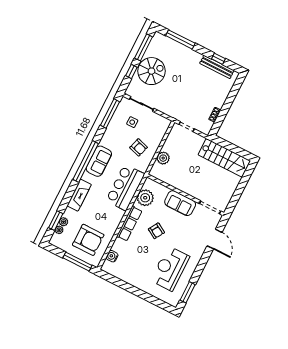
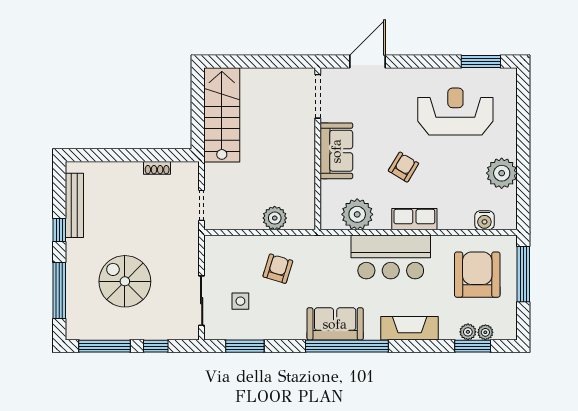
window: (218, 59) -> (59, 230), moved
spiral stairs: (151, 71) -> (125, 281), moved
window: (110, 113) -> (245, 346), width x0.69
bar counter: (125, 187) -> (391, 257), moved
row of seats: (129, 224) -> (414, 219), width x0.68
reception desk: (170, 269) -> (455, 112), turned 180
plant: (130, 276) -> (502, 173), added

